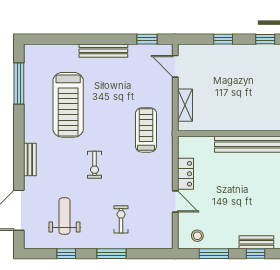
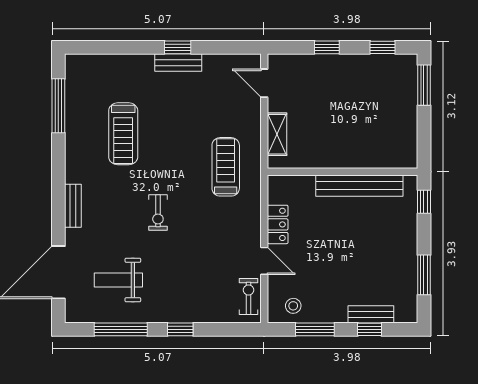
window: (147, 39) -> (178, 47), moved
bench: (103, 51) -> (178, 63), width x0.73
treadmill: (68, 105) -> (123, 134), width x0.73, depth x0.73
weight bench: (64, 216) -> (118, 280), turned -90
exercise bike: (121, 219) -> (249, 297), moved
window: (66, 254) -> (121, 329), width x2.17
window: (112, 254) -> (180, 329), width x0.67

